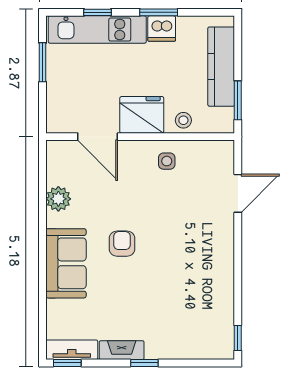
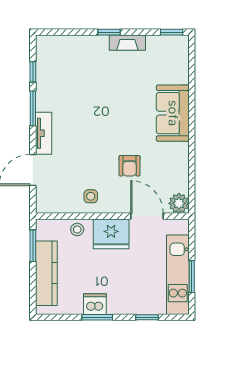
kitchen unit: (97, 30) -> (178, 275), moved, turned -90
plant: (58, 199) -> (179, 203), moved
armchair: (122, 244) -> (130, 166), moved
window: (238, 269) -> (33, 108), added
window: (238, 338) -> (33, 72), moved
tv unit: (72, 350) -> (44, 133), moved, turned -90

